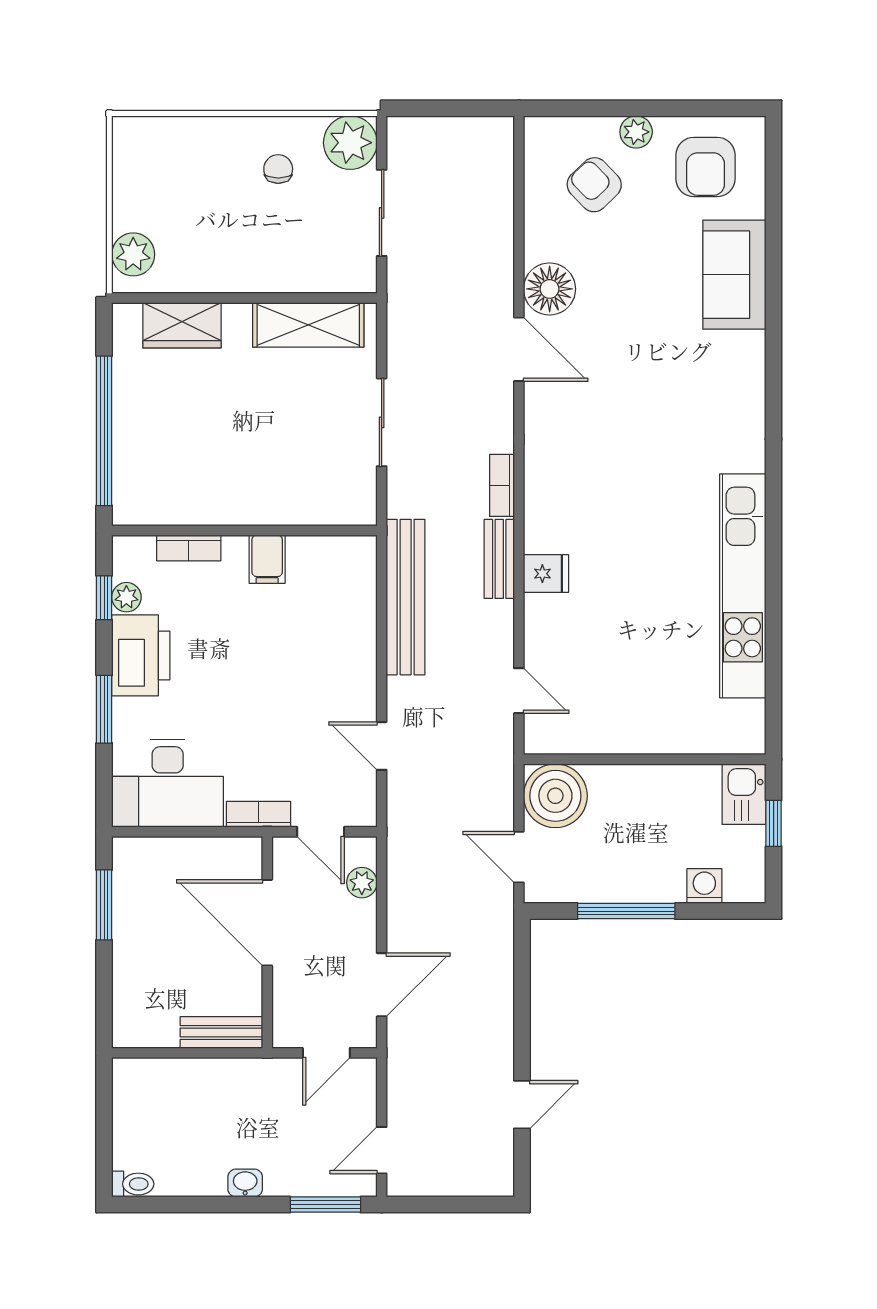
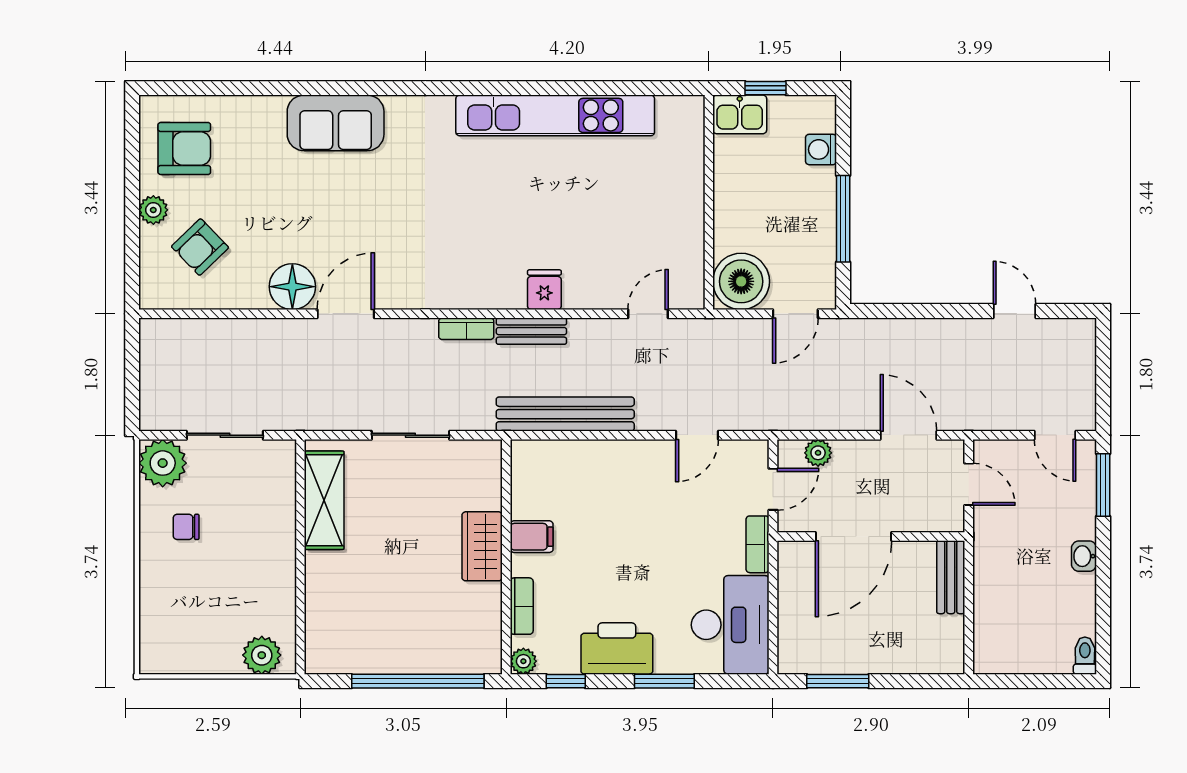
sofa: (734, 275) -> (336, 123), moved
wardrobe: (182, 325) -> (482, 546), moved, turned 180
plant: (126, 597) -> (523, 661), moved

